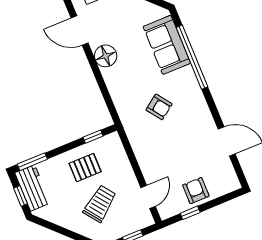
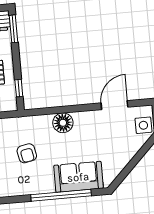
floor lamp: (106, 56) -> (63, 123), moved
armchair: (159, 107) -> (27, 153), turned -65

